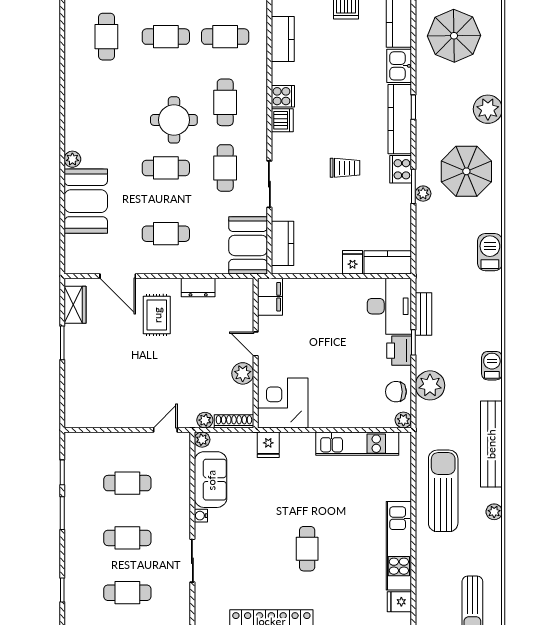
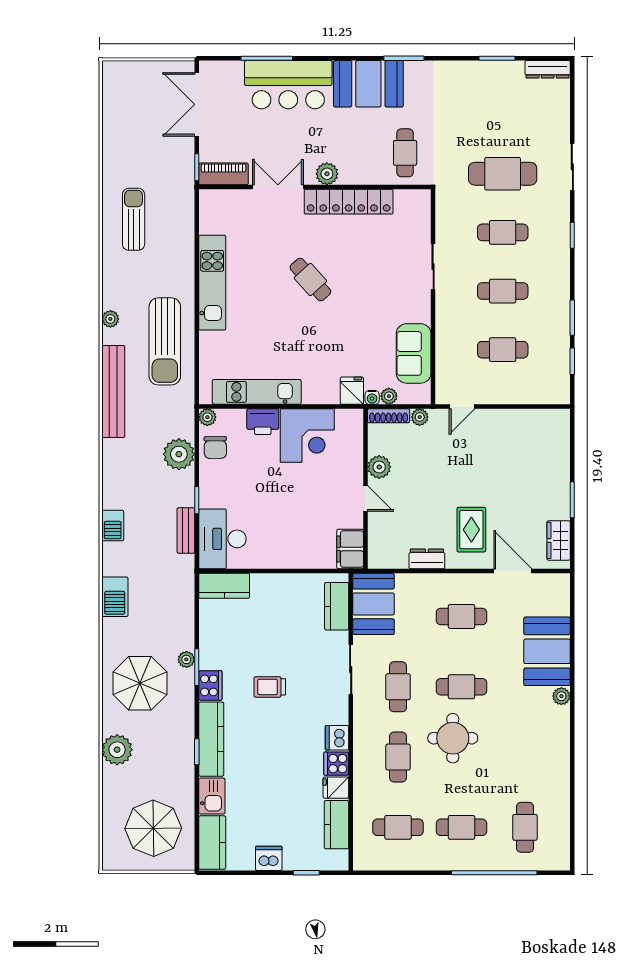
fridge: (353, 262) -> (336, 788), moved, turned 90
printer: (399, 351) -> (263, 422), moved, turned 90
barbecue: (492, 366) -> (113, 525), moved
chair: (396, 392) -> (215, 448), turned 89
corner desk: (283, 403) -> (307, 435), moved
plant: (202, 440) -> (389, 396), moved
water cooler: (201, 516) -> (372, 397), moved, turned 90
cafe table: (307, 549) -> (310, 280), turned -42
fridge: (399, 602) -> (212, 223), removed

